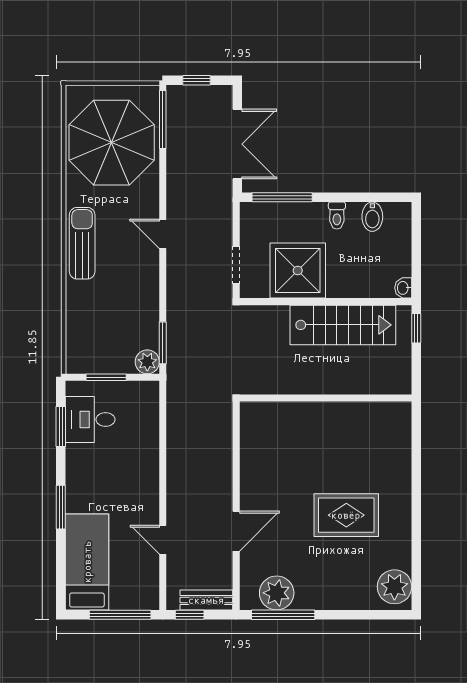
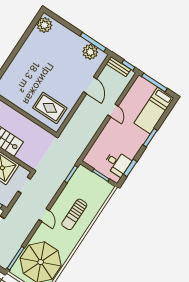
sun lounger: (82, 243) -> (74, 214), moved
plant: (147, 362) -> (82, 171), removed
rug: (346, 515) -> (50, 108), moved
door: (236, 531) -> (90, 85), swing flipped
door: (163, 540) -> (113, 111), moved

